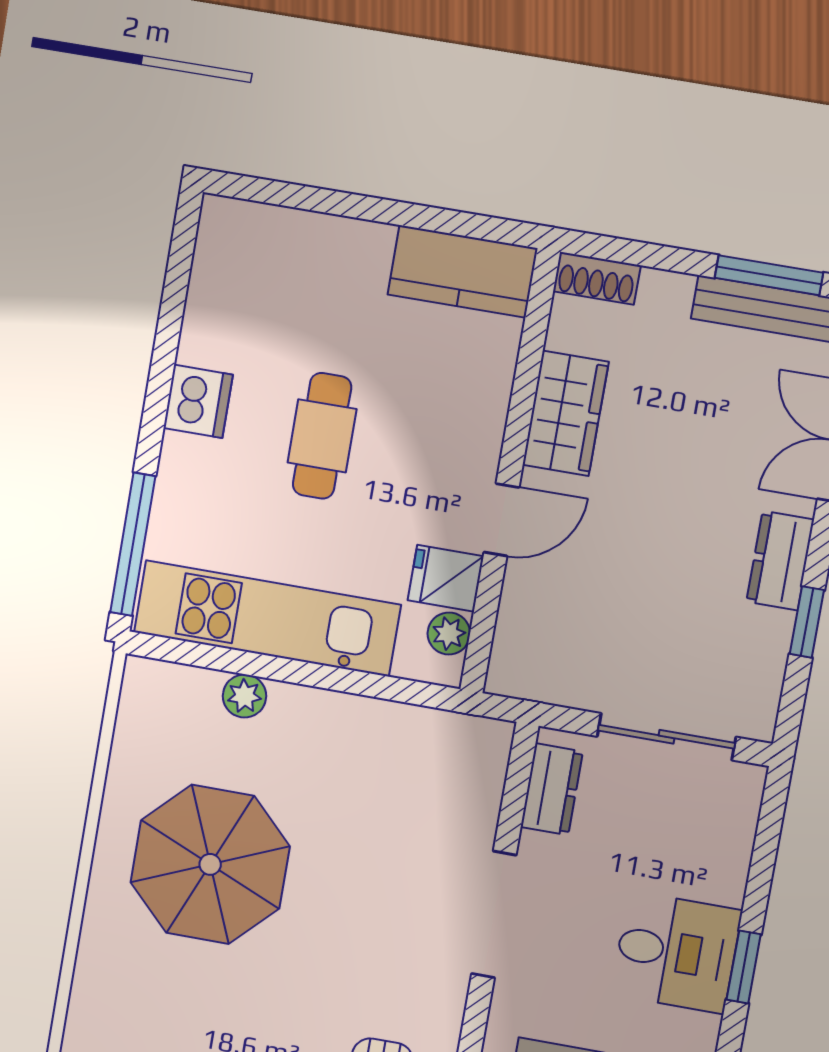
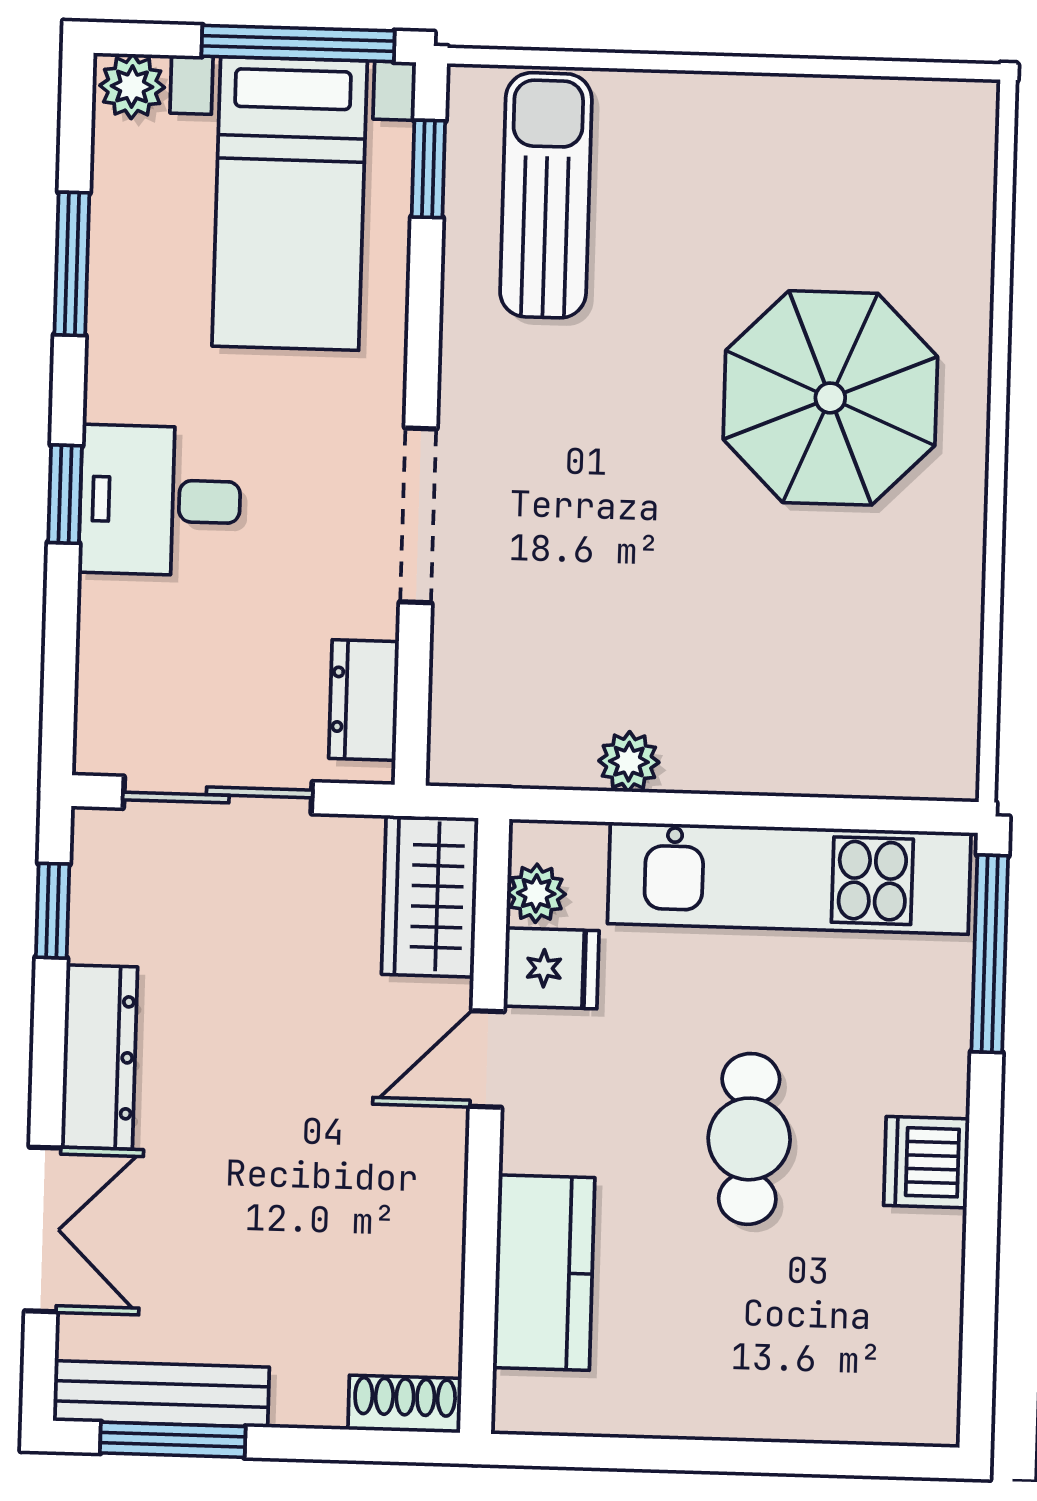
kitchen counter: (463, 271) -> (544, 1273), moved, turned 90
wardrobe: (566, 413) -> (430, 896), moved
dresser: (780, 561) -> (99, 1057), width x1.44
window: (807, 622) -> (53, 911), moved
plant: (244, 696) -> (629, 762), moved
parasol: (210, 864) -> (830, 398), moved

